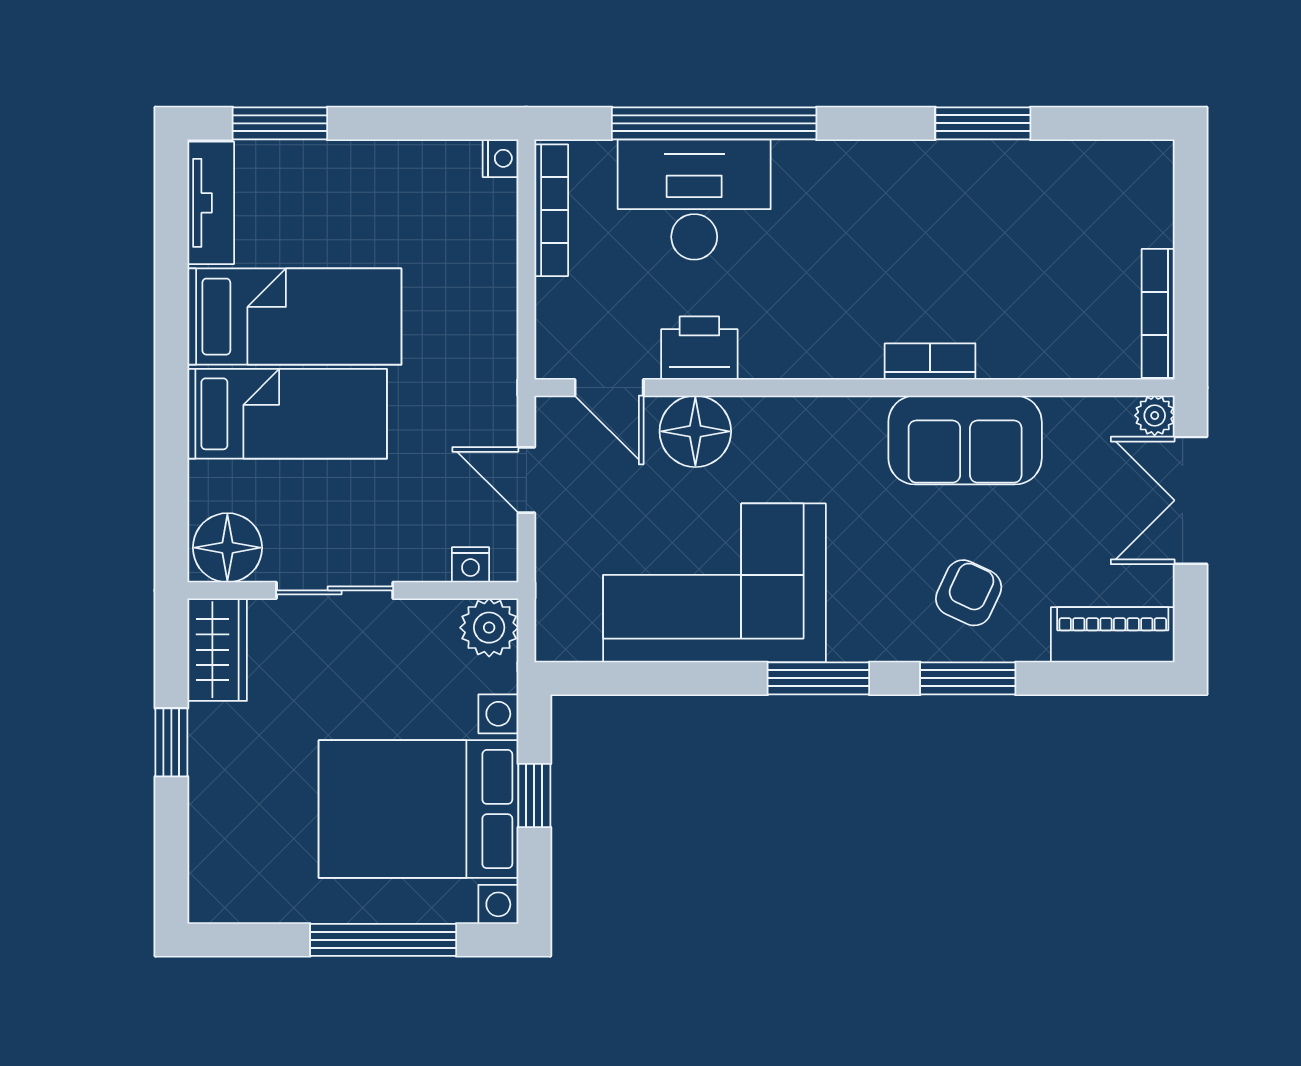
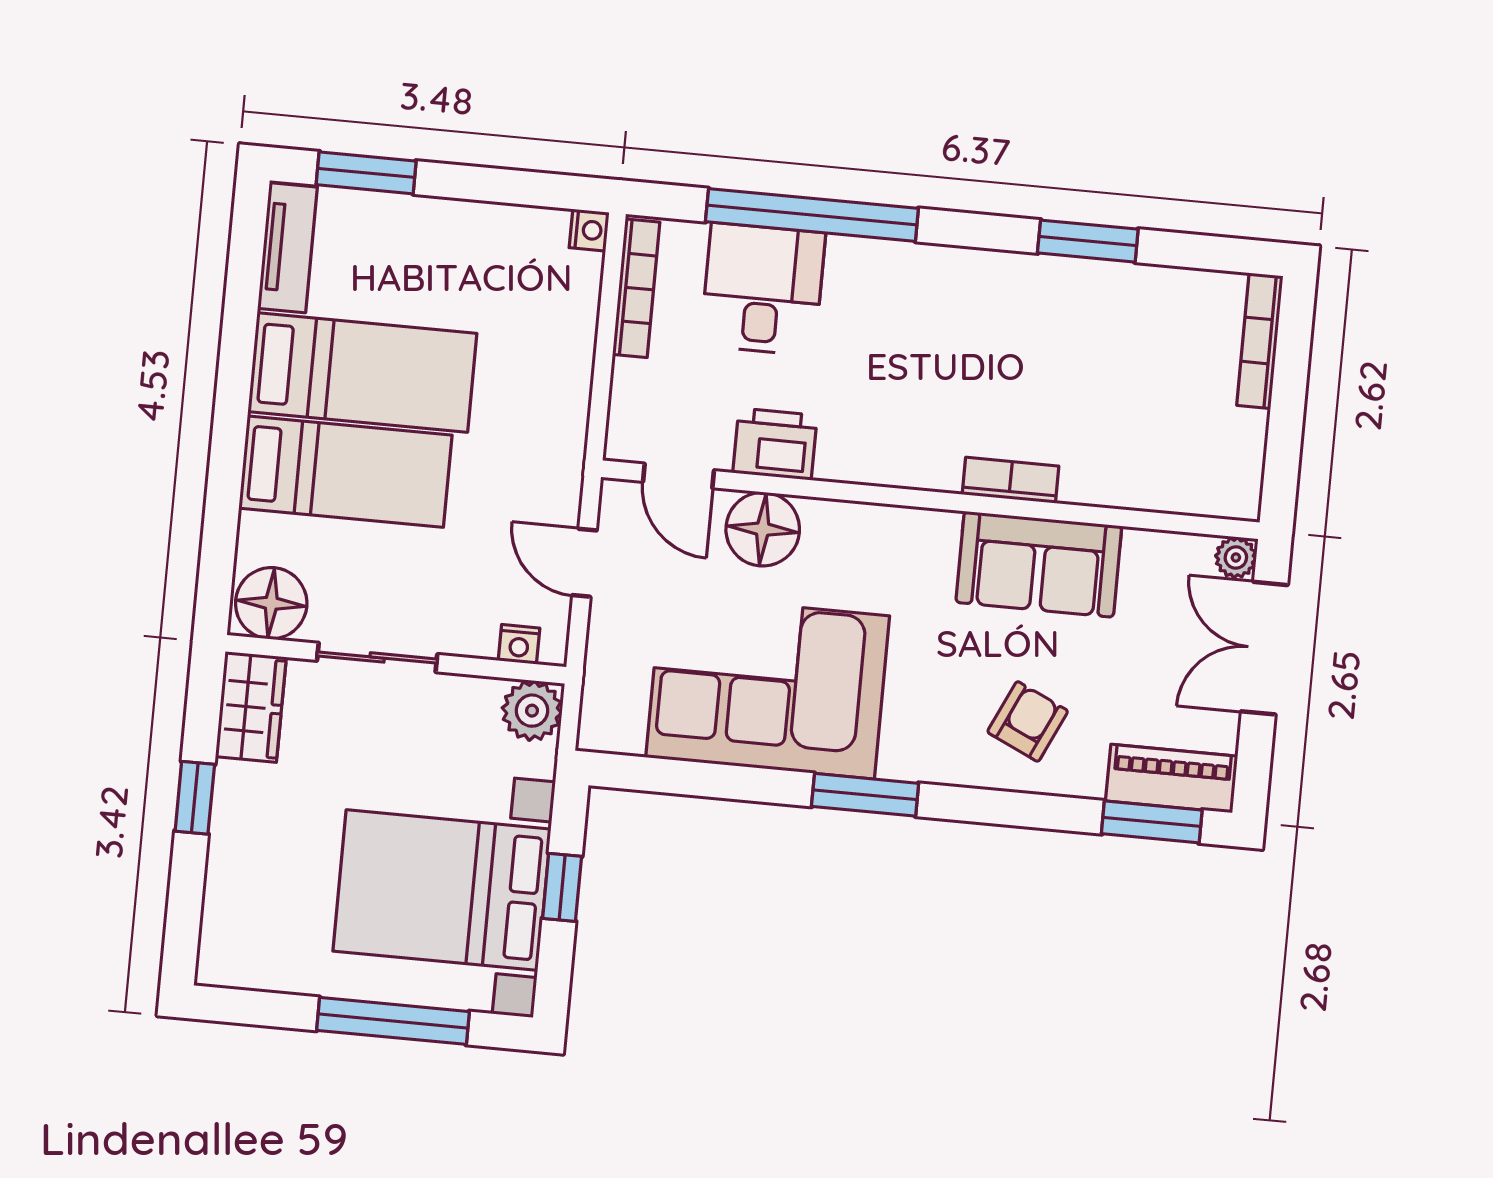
desk: (694, 200) -> (763, 289), width x0.73
bookcase: (1158, 313) -> (1260, 341), moved
window: (968, 678) -> (1152, 822), moved

